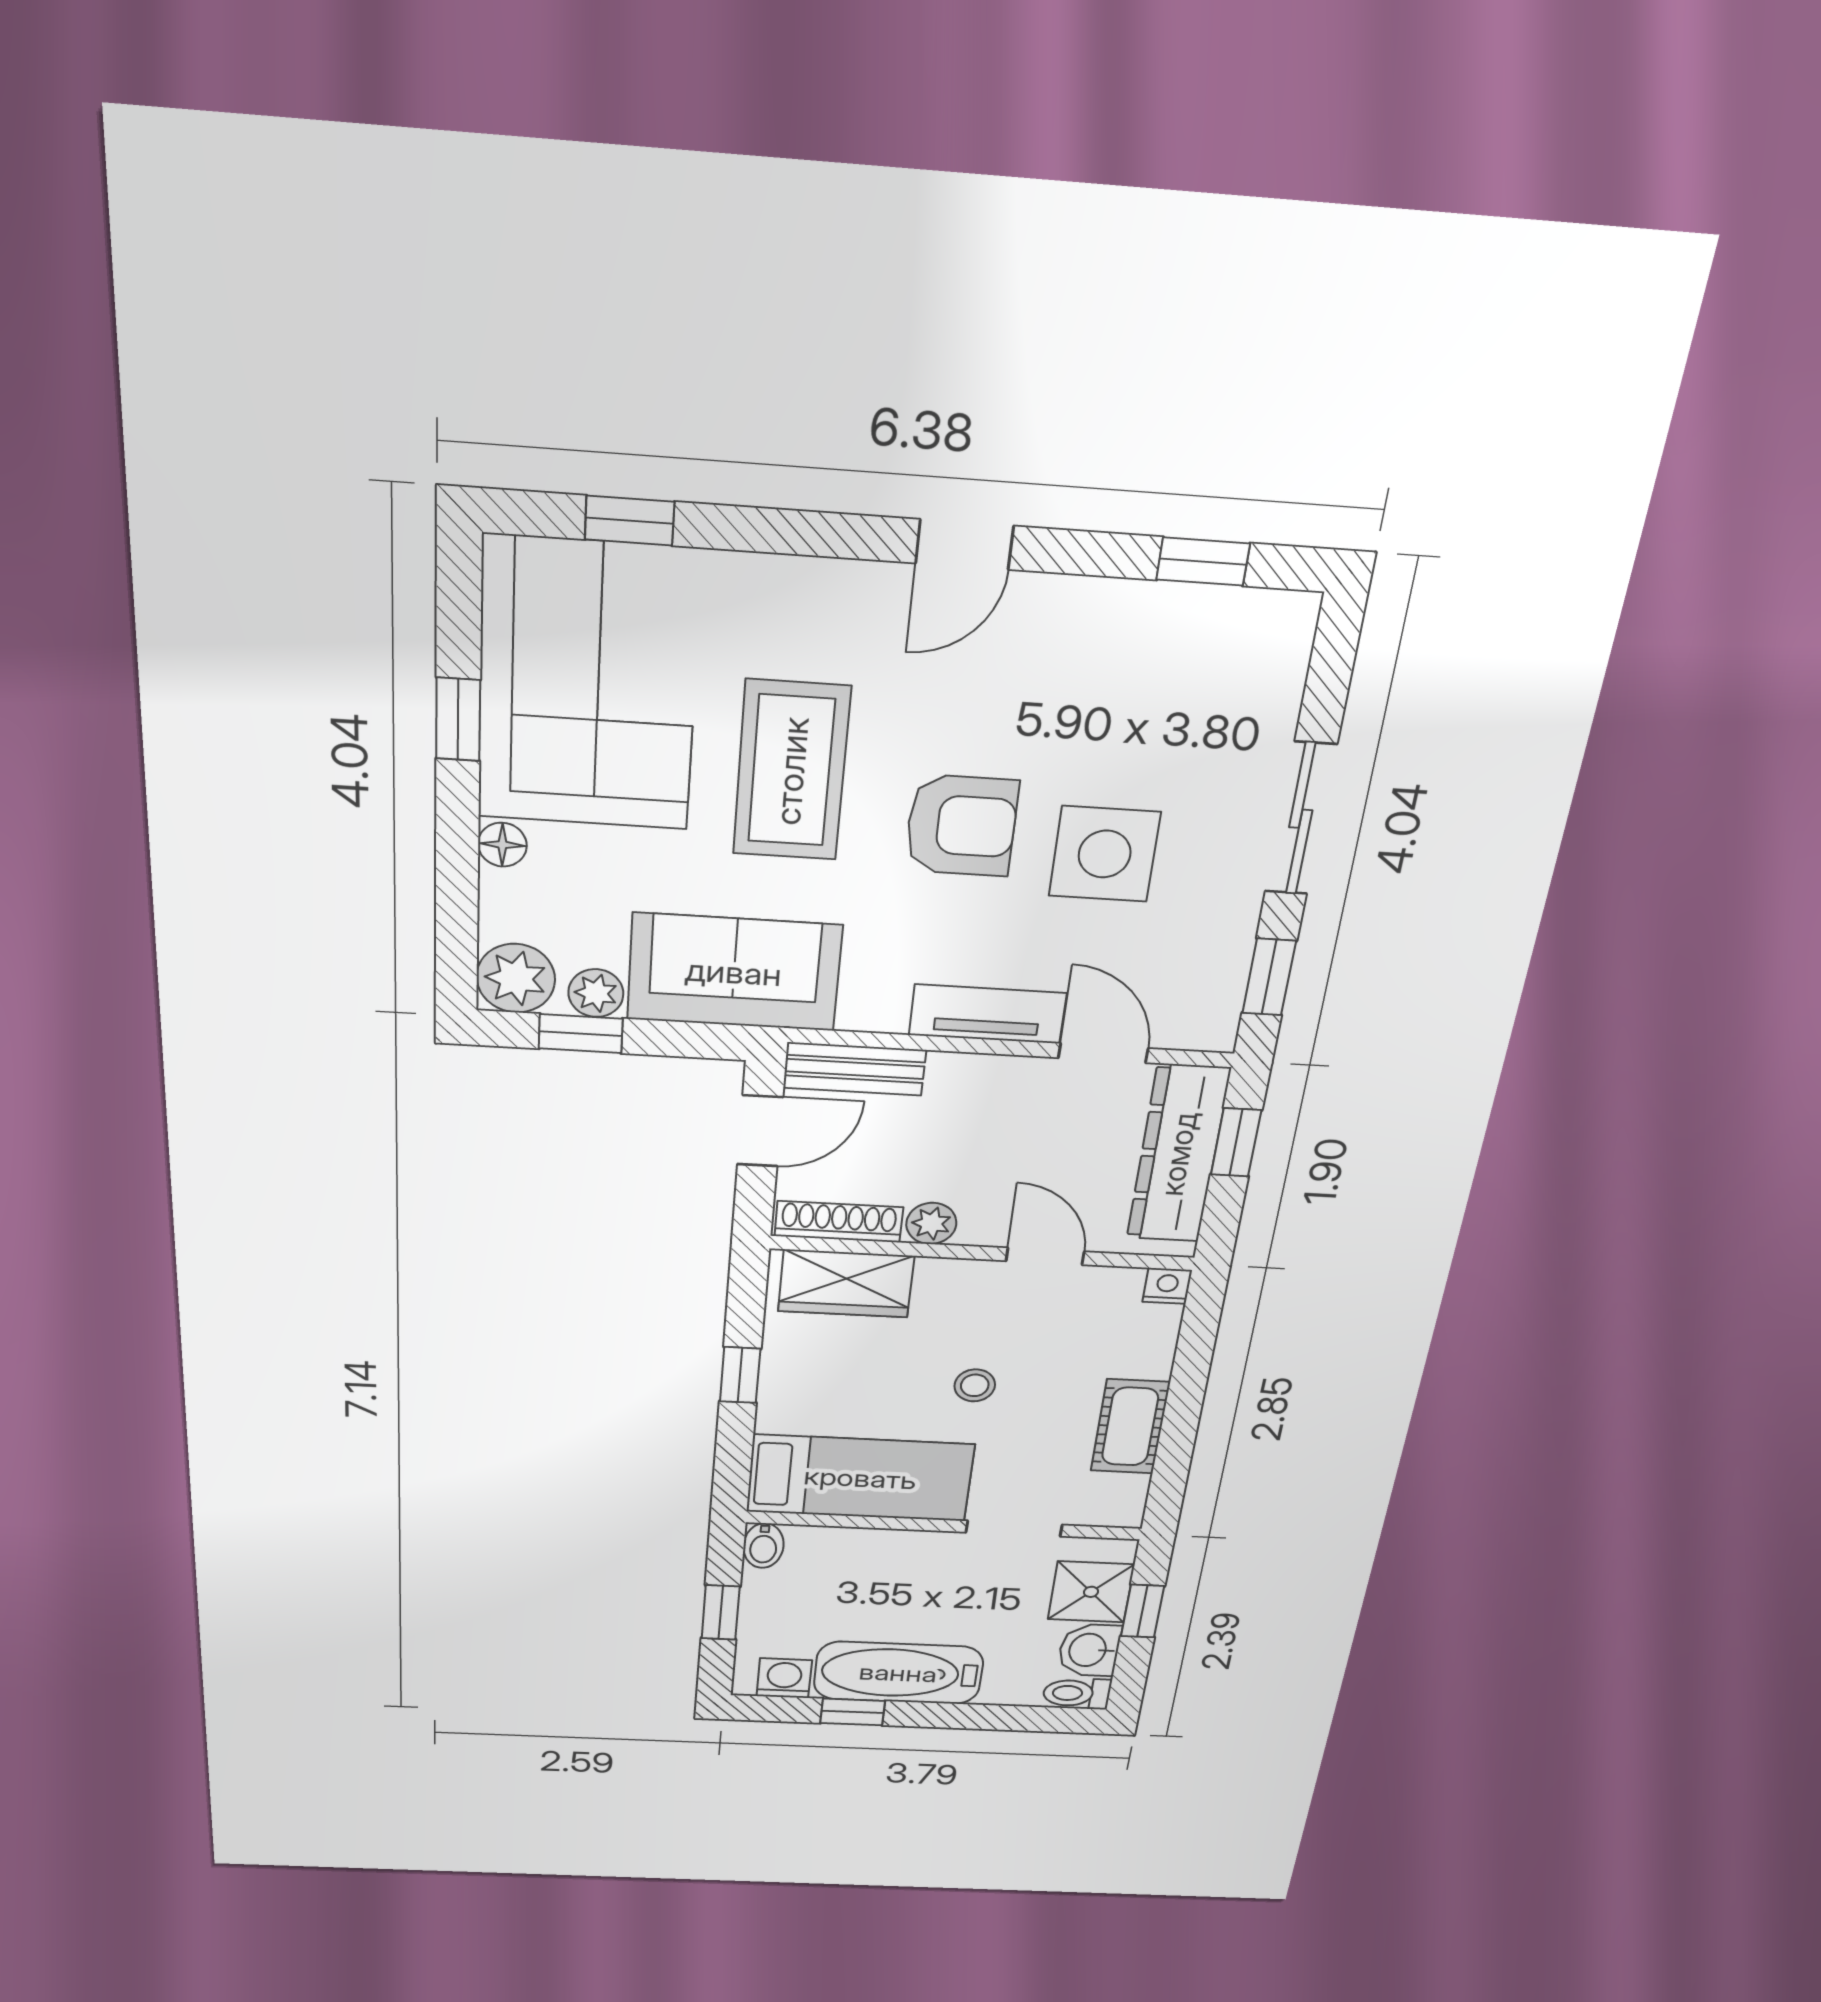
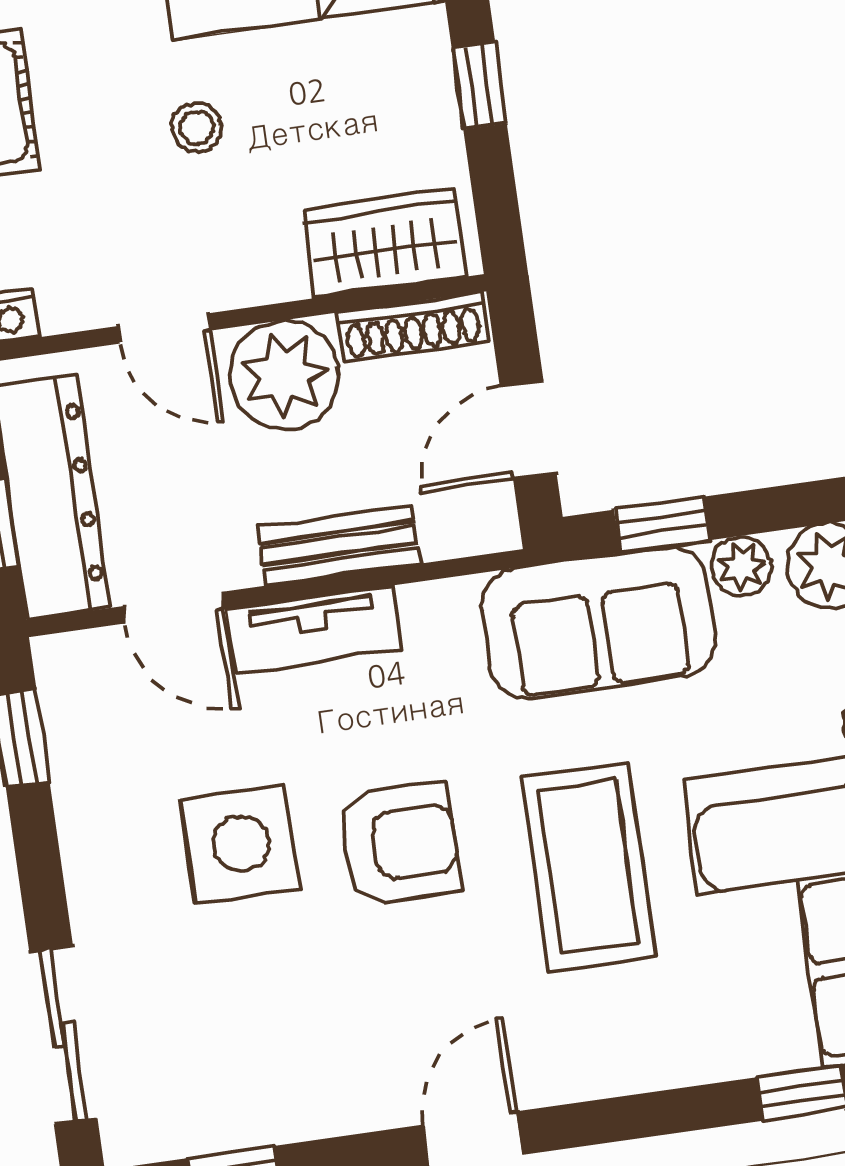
sliding door: (1301, 819) -> (63, 1035), moved
armchair: (961, 826) -> (399, 844), turned 180
window: (581, 1034) -> (662, 525), moved
bench: (854, 1069) -> (339, 545), moved
plant: (931, 1223) -> (285, 375), width x1.88, depth x1.88

